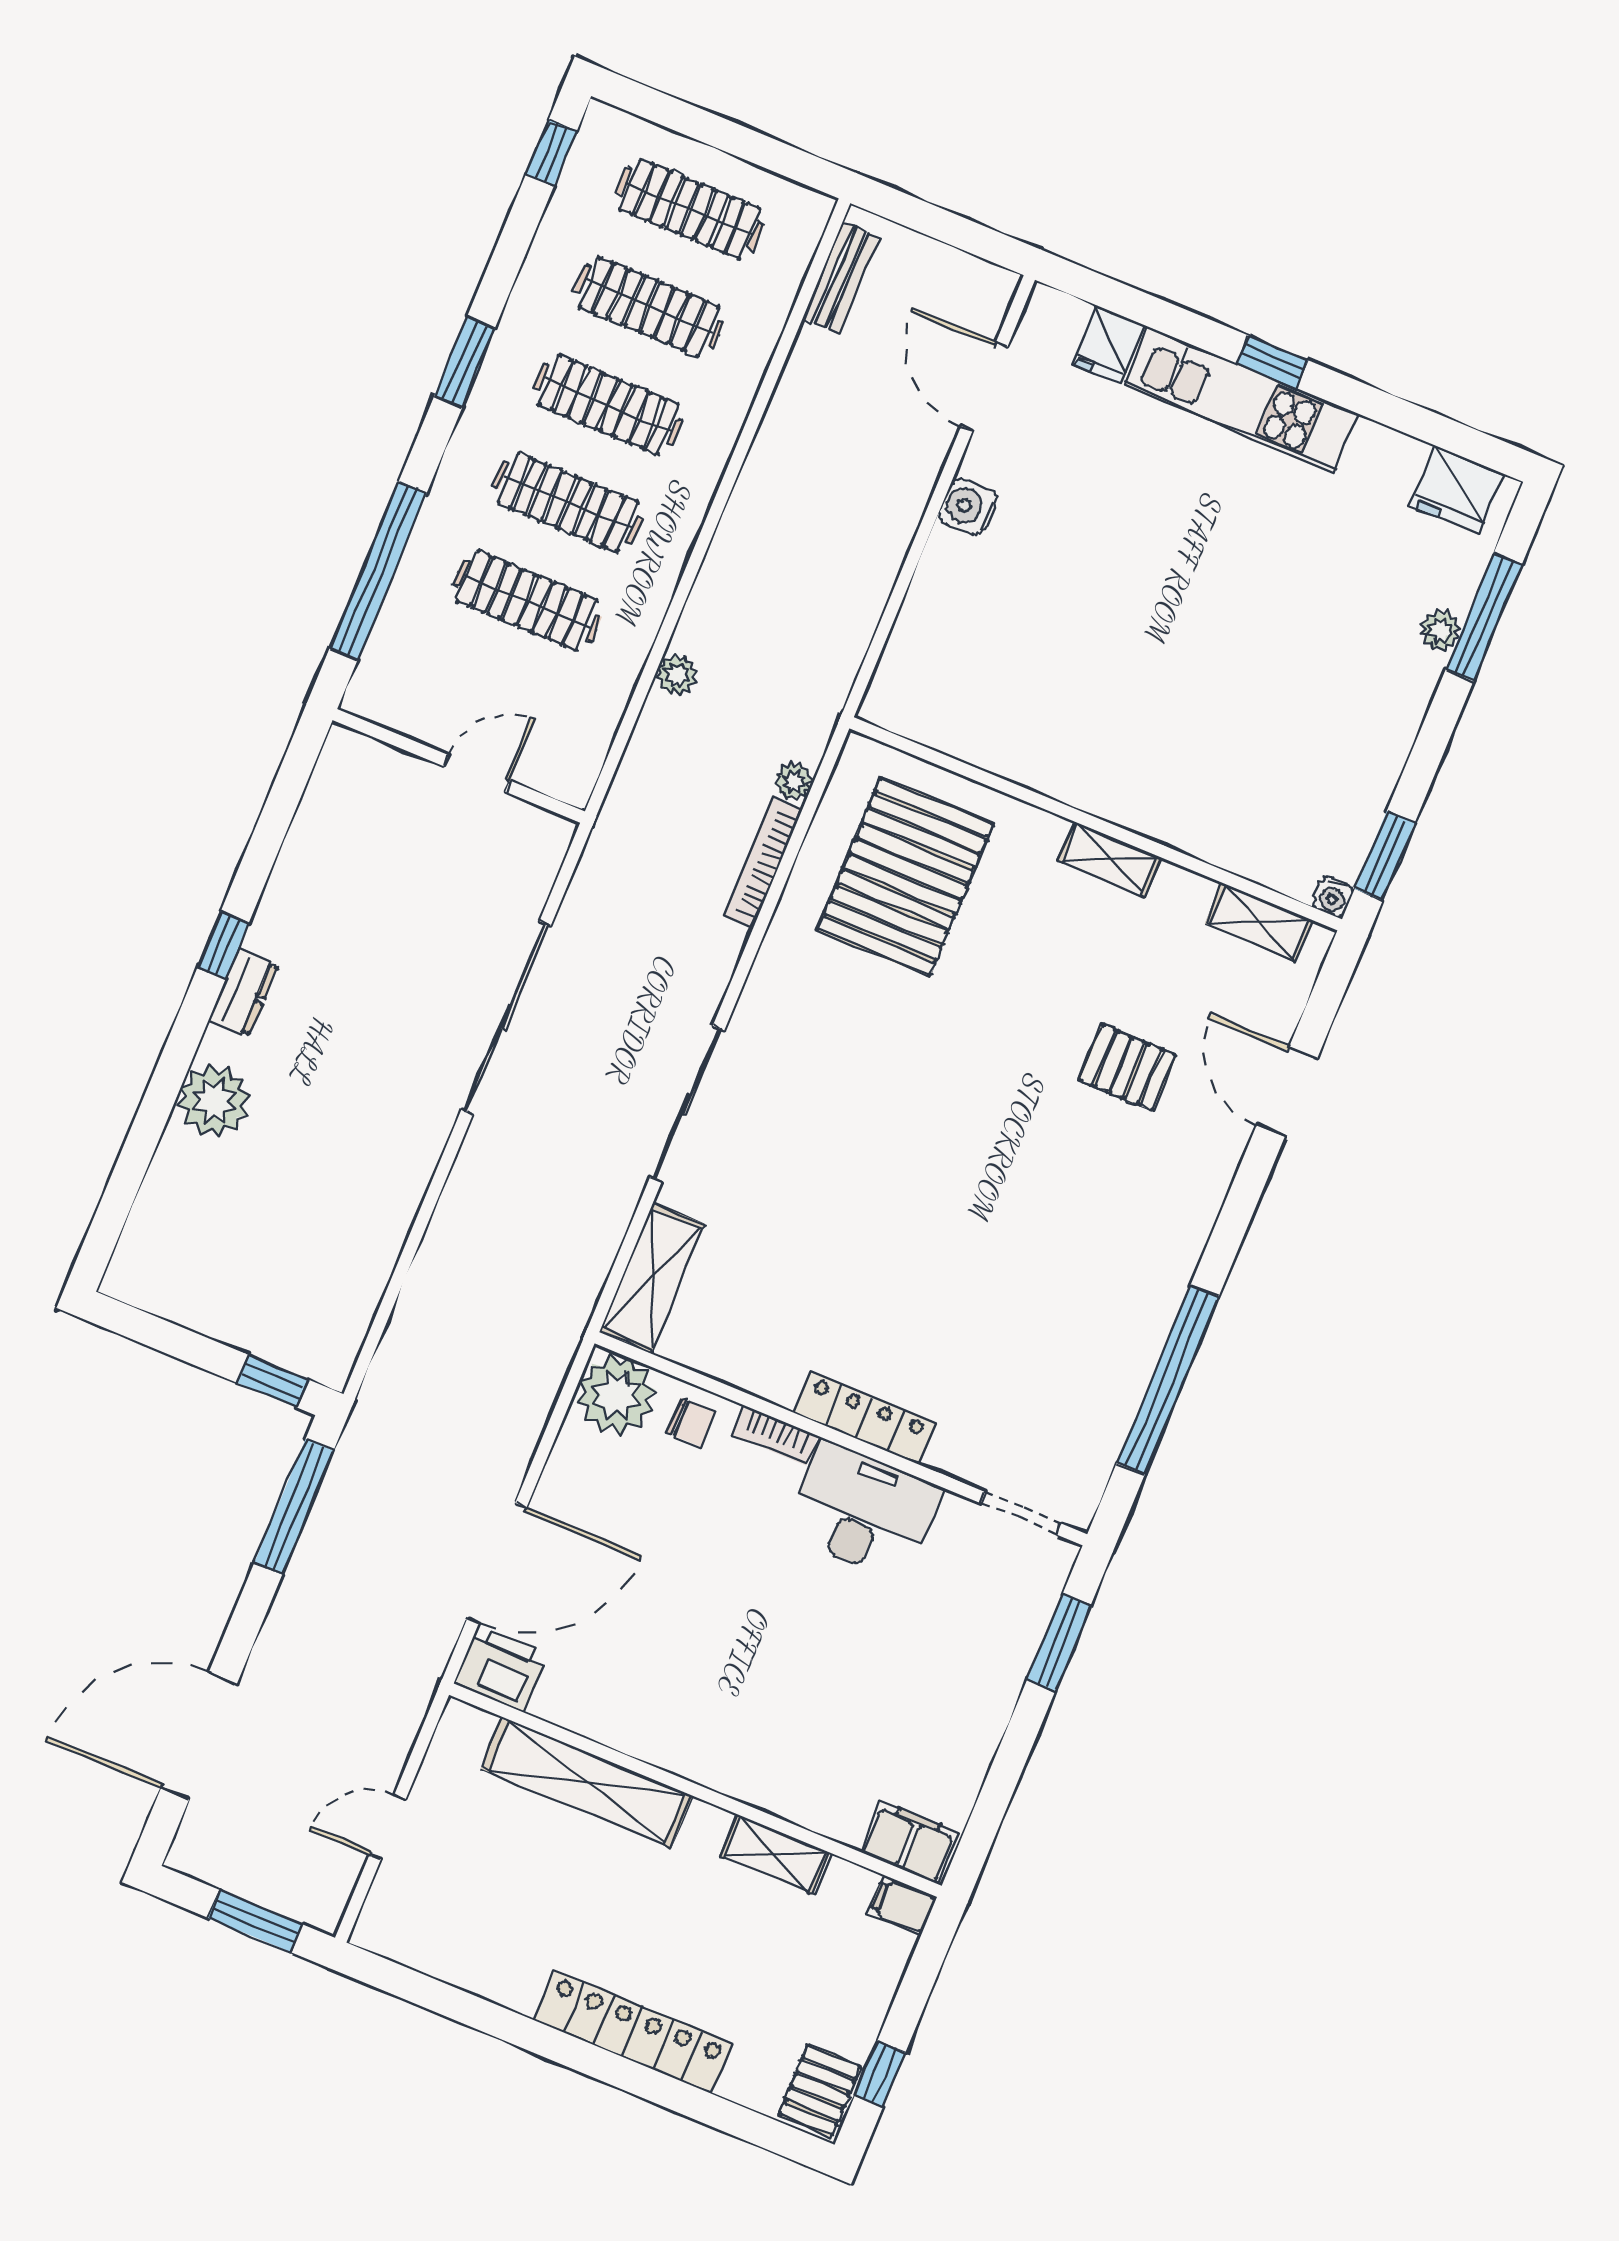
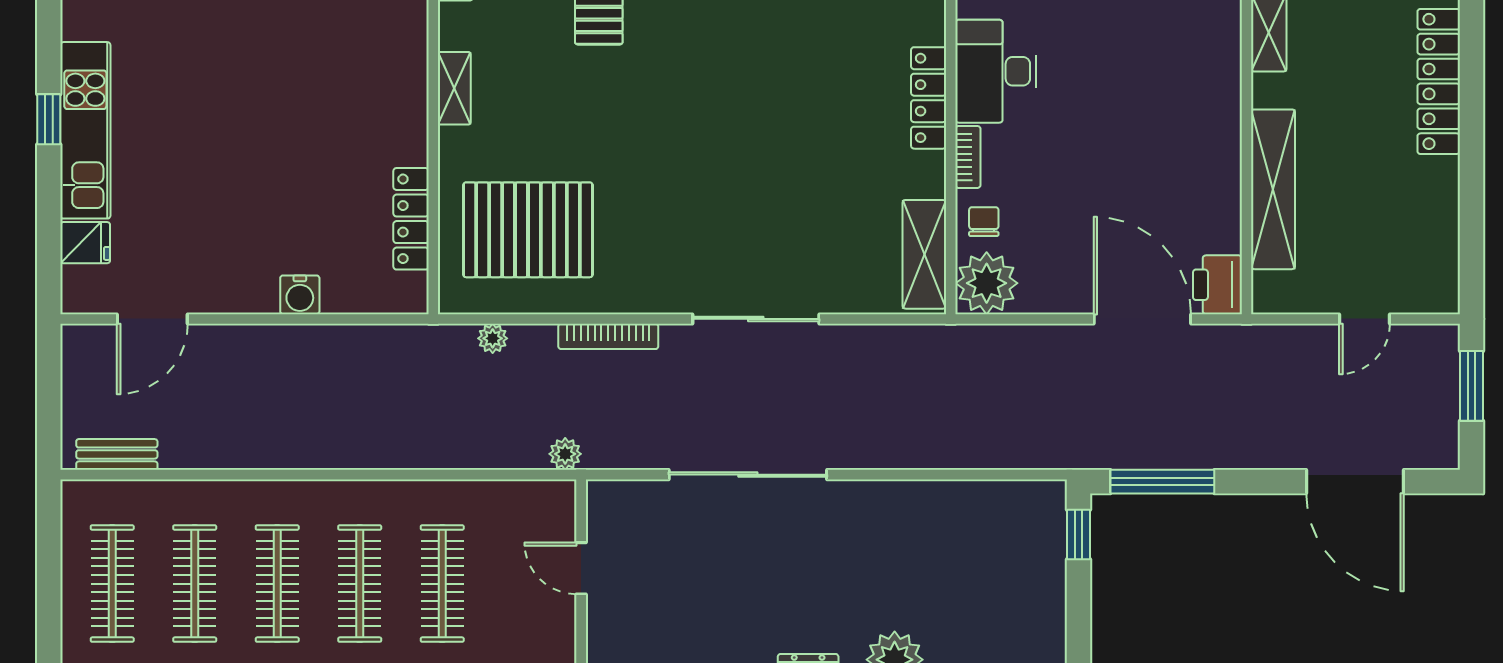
water cooler: (968, 507) -> (300, 295), moved
plant: (677, 675) -> (565, 454), moved
locker: (976, 743) -> (411, 219), added
bookcase: (763, 863) -> (608, 336), moved
shelving: (652, 1278) -> (924, 254), moved, turned 90
door: (388, 1827) -> (1364, 319), hinge flipped

